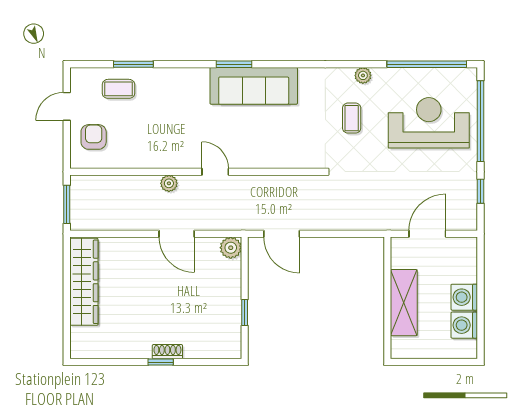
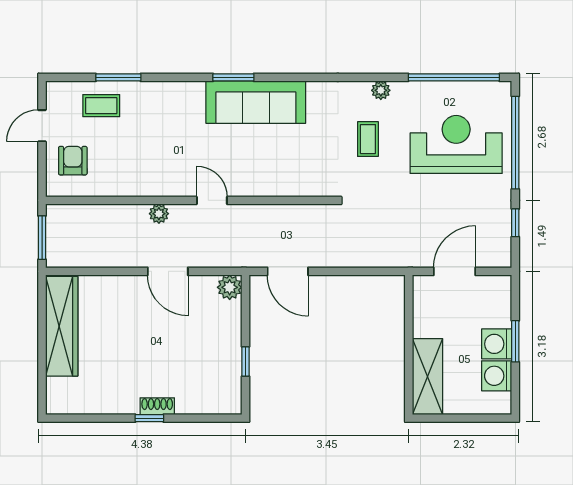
window: (480, 295) -> (515, 341), added
shelving: (404, 303) -> (427, 377), moved

